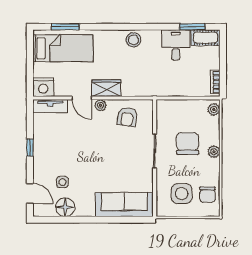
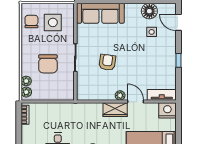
armchair: (127, 117) -> (107, 62), moved
plant: (214, 152) -> (26, 81), moved

